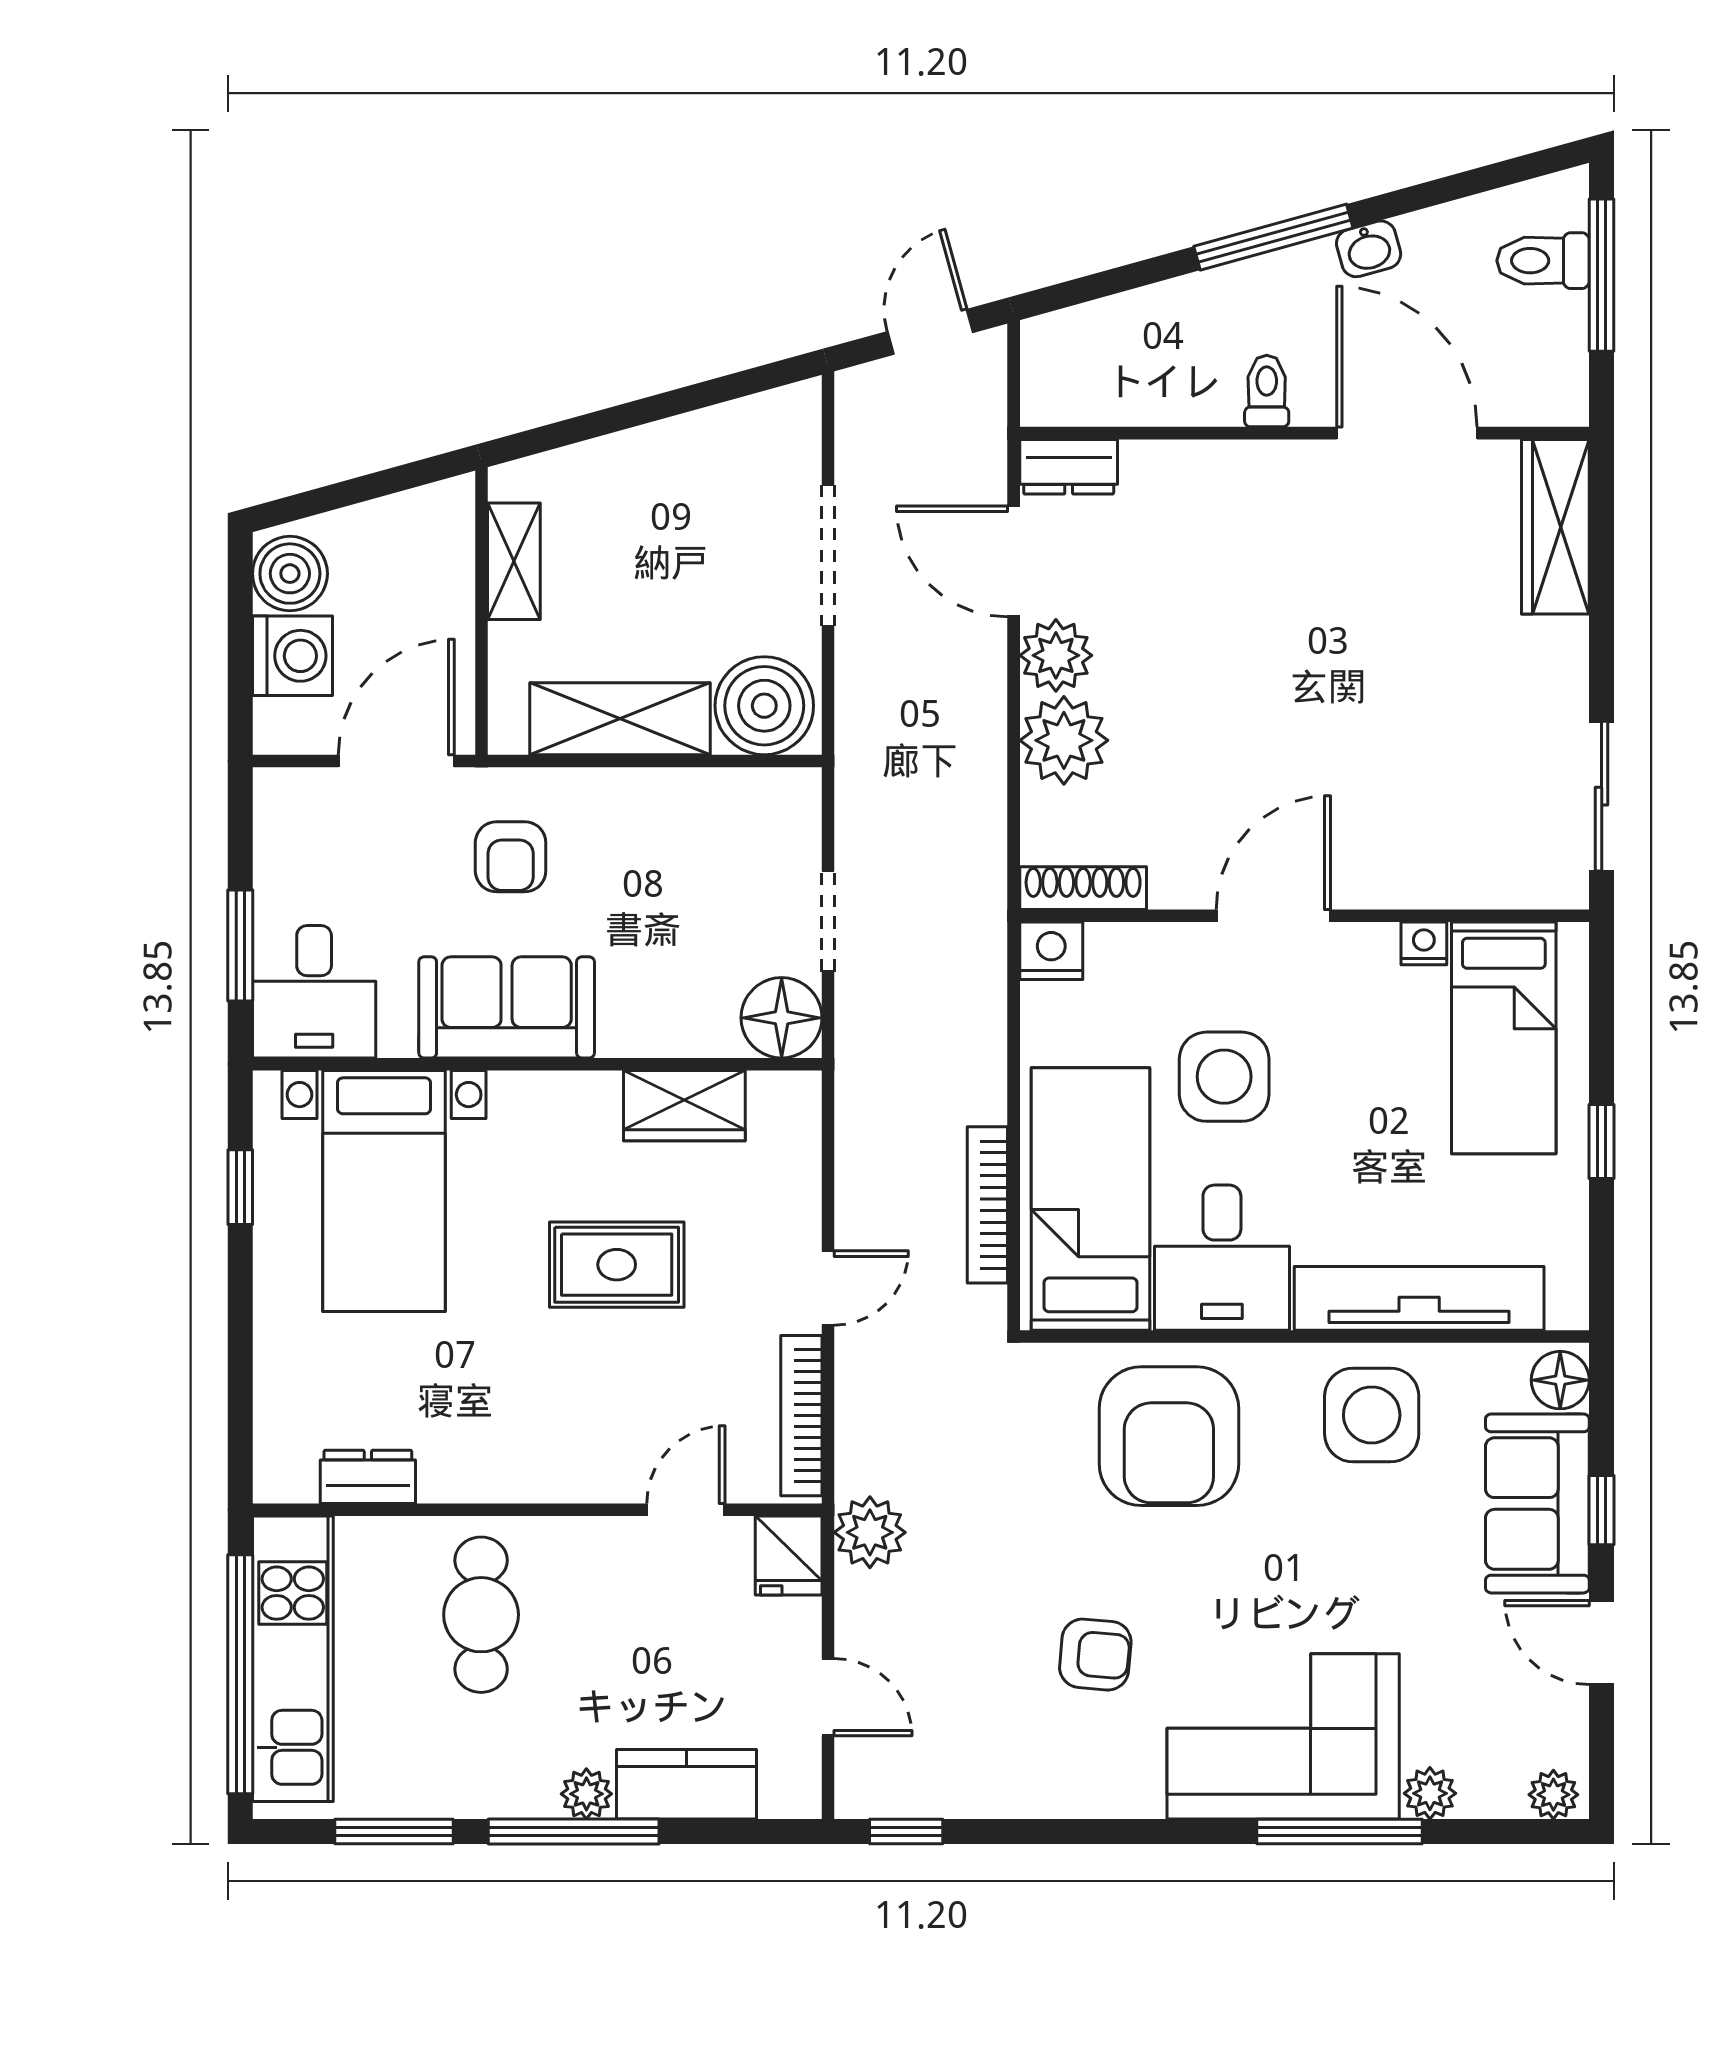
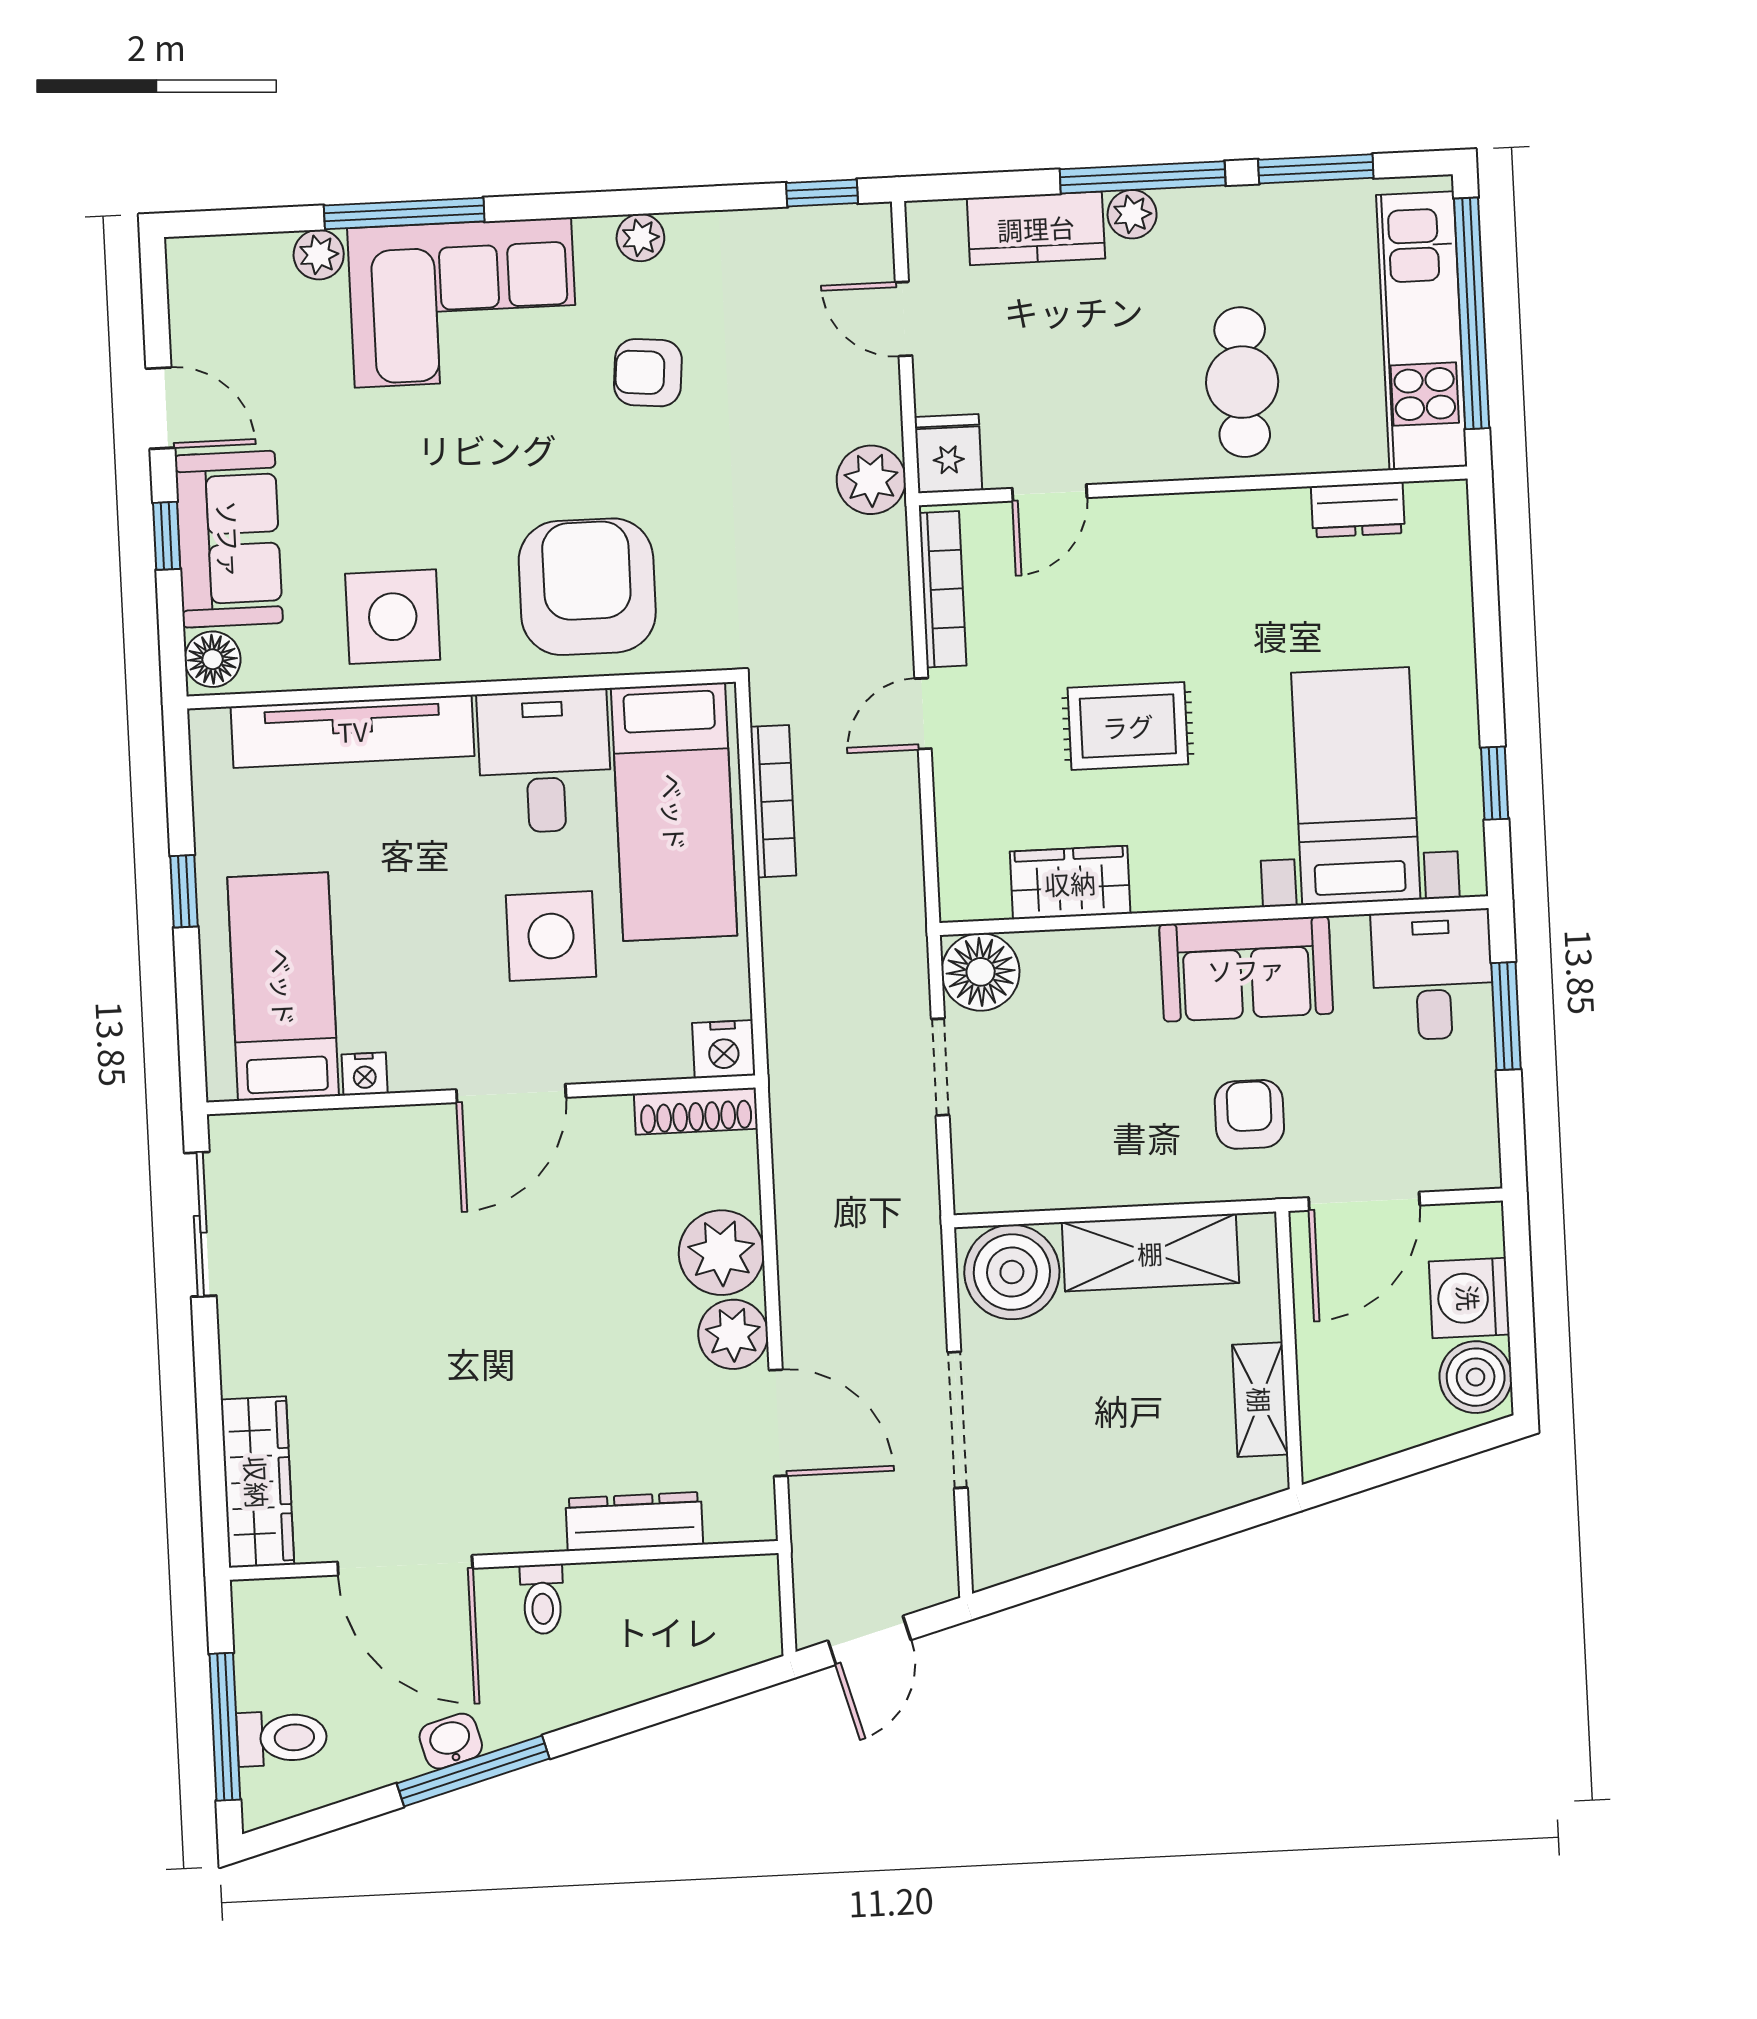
window: (1273, 237) -> (473, 1771), moved
dresser: (1069, 467) -> (634, 1522), moved, width x1.44
plant: (1553, 1795) -> (640, 238), moved

